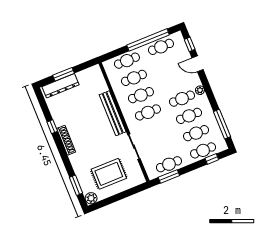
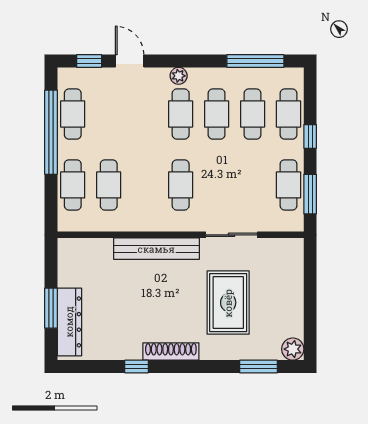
door: (197, 64) -> (130, 61), swing flipped
cafe table: (141, 95) -> (145, 185), removed
window: (212, 159) -> (310, 136), moved
rug: (109, 174) -> (228, 303), moved

